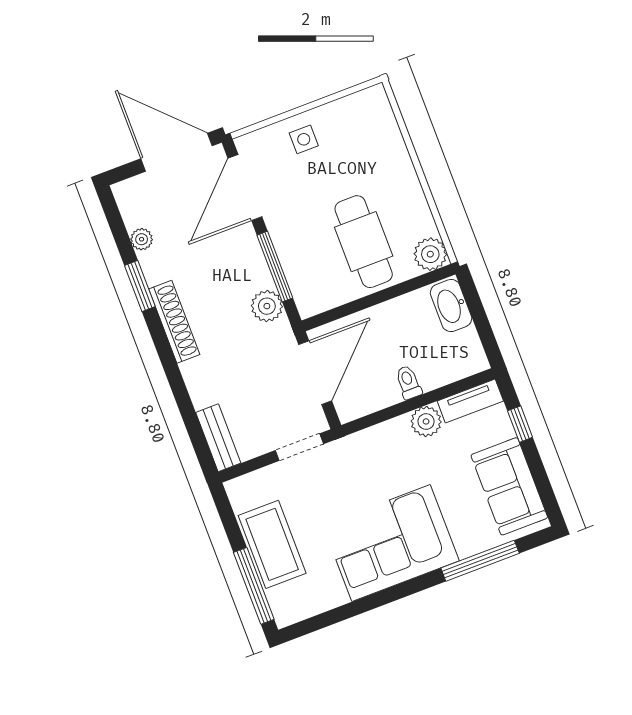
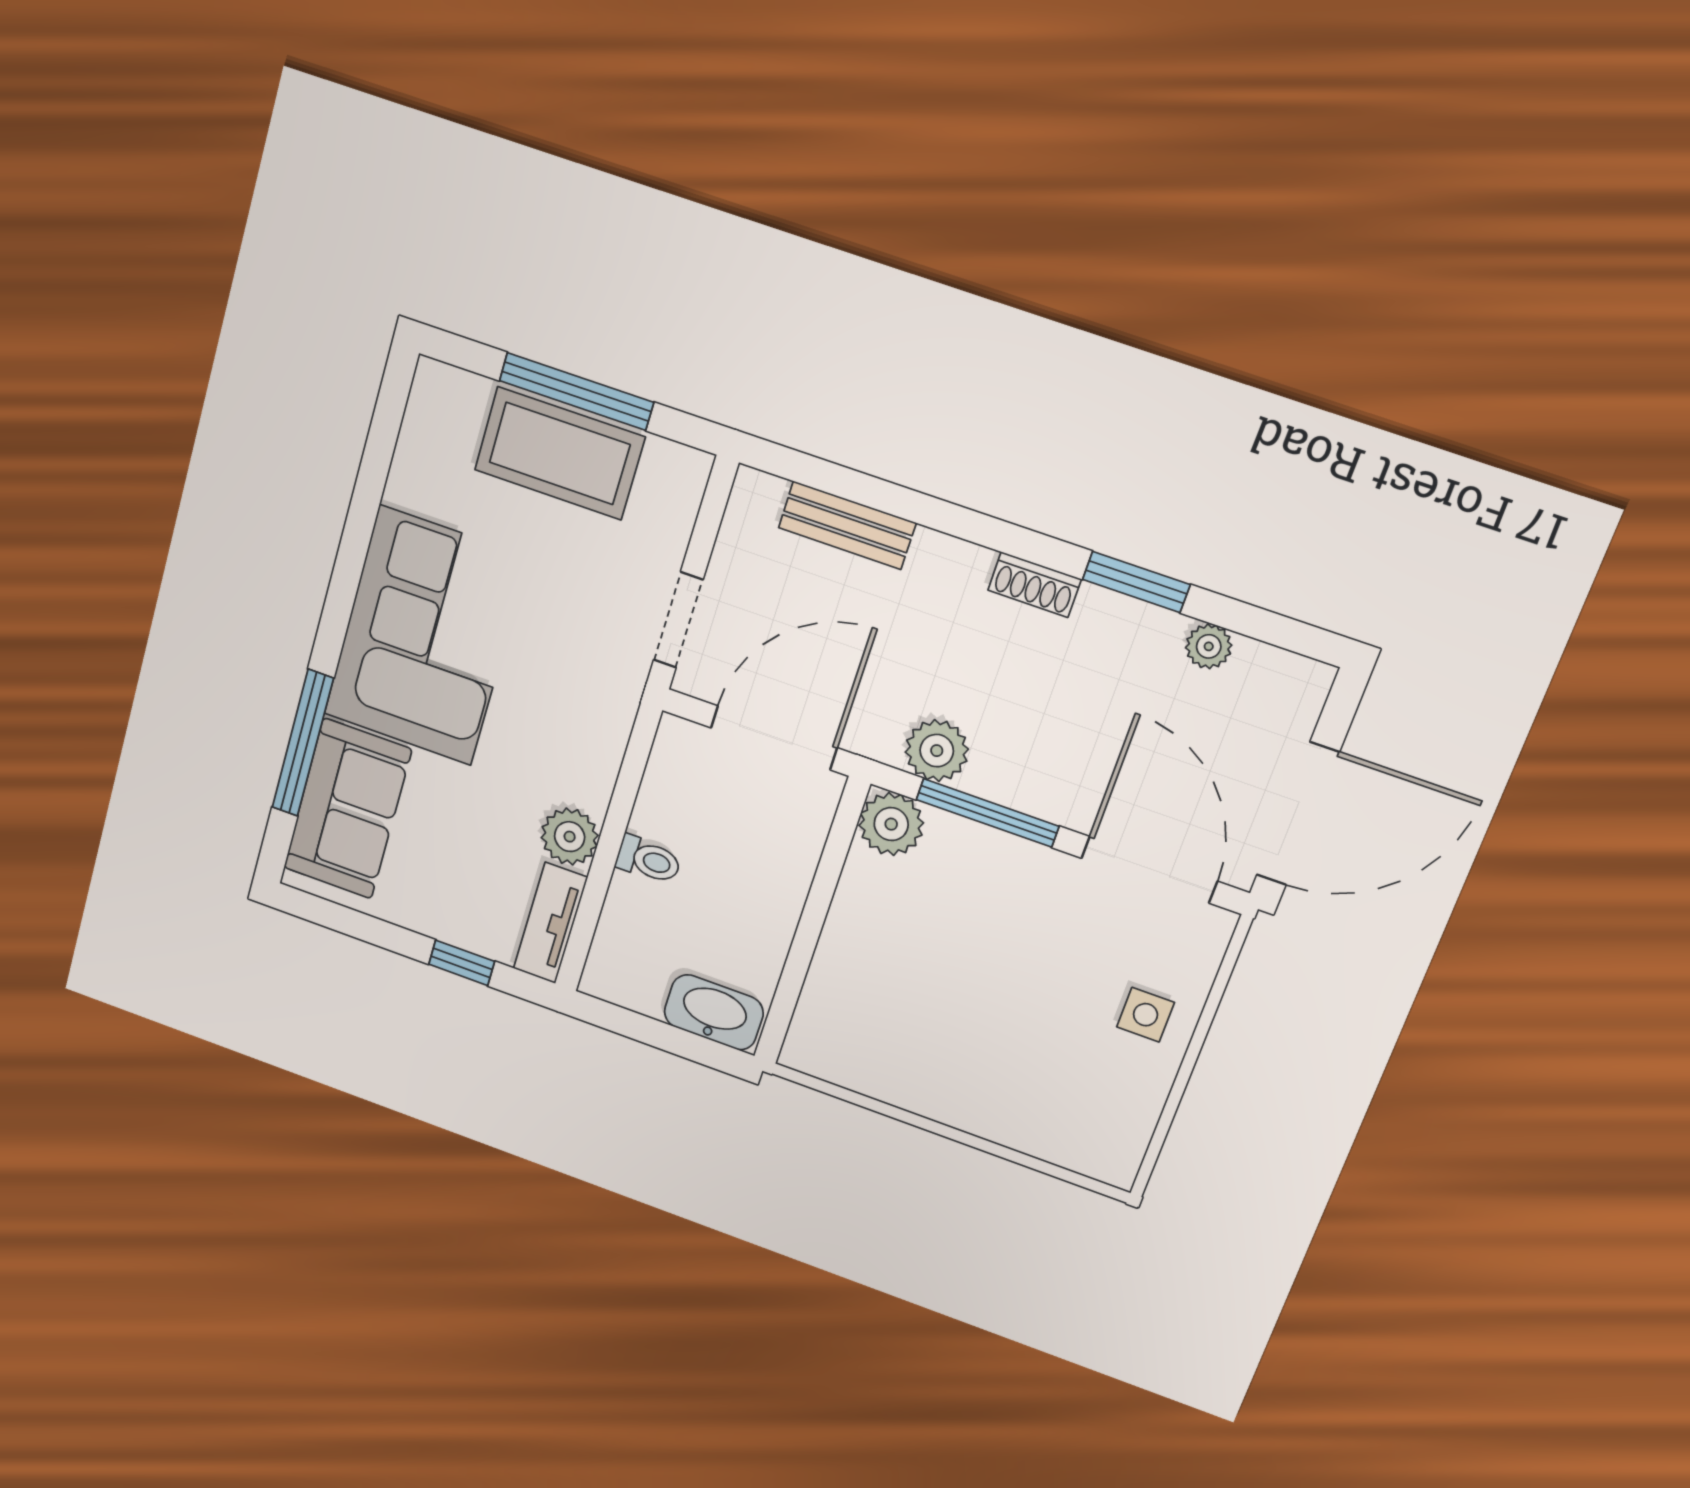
cafe table: (364, 242) -> (914, 971), removed
plant: (430, 254) -> (891, 824), moved
shoe rack: (174, 322) -> (1035, 585), width x0.51, depth x0.81
door: (315, 373) -> (774, 738), swing flipped
bench: (218, 438) -> (847, 525), moved
sofa: (509, 486) -> (347, 809), moved, turned 90
window: (254, 586) -> (576, 391), moved

